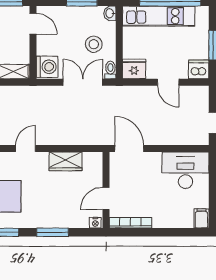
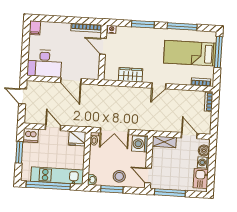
stool: (94, 44) -> (119, 176), moved
door: (129, 149) -> (71, 81), moved
door: (106, 199) -> (103, 46), swing flipped

